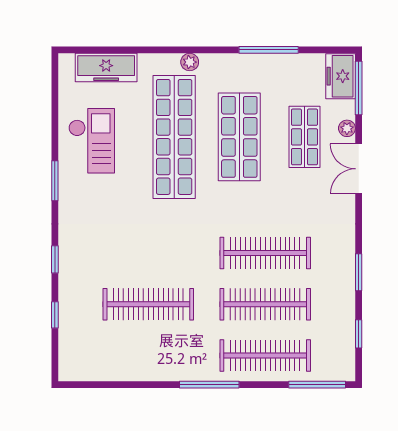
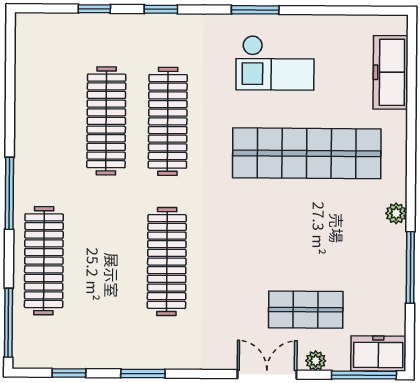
plant: (190, 62) -> (396, 213), moved
shop shelf: (239, 137) -> (306, 232), removed
checkout: (92, 141) -> (275, 63), moved
clothes rail: (265, 304) -> (168, 121), moved

